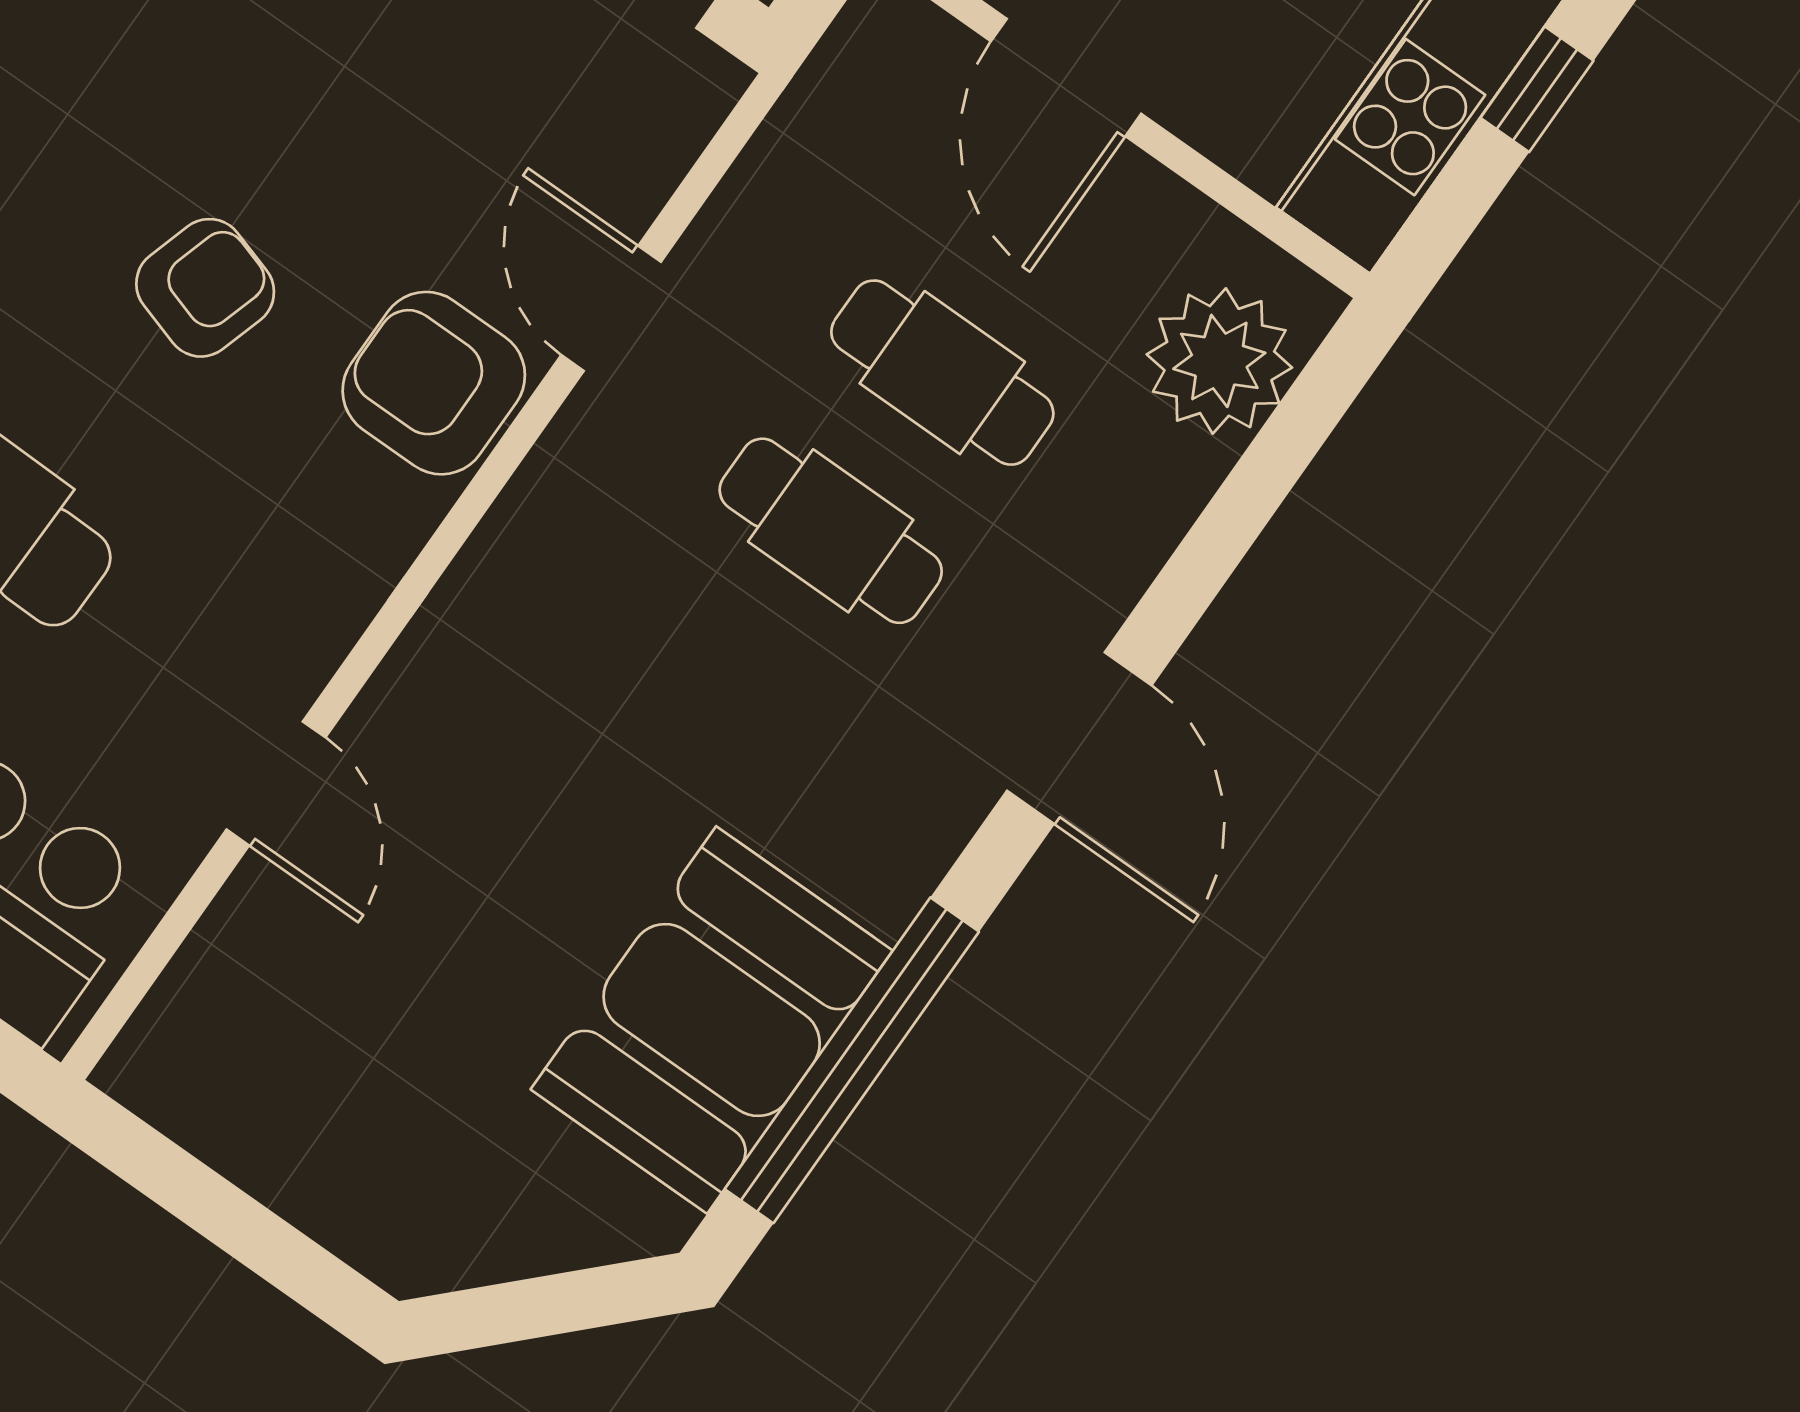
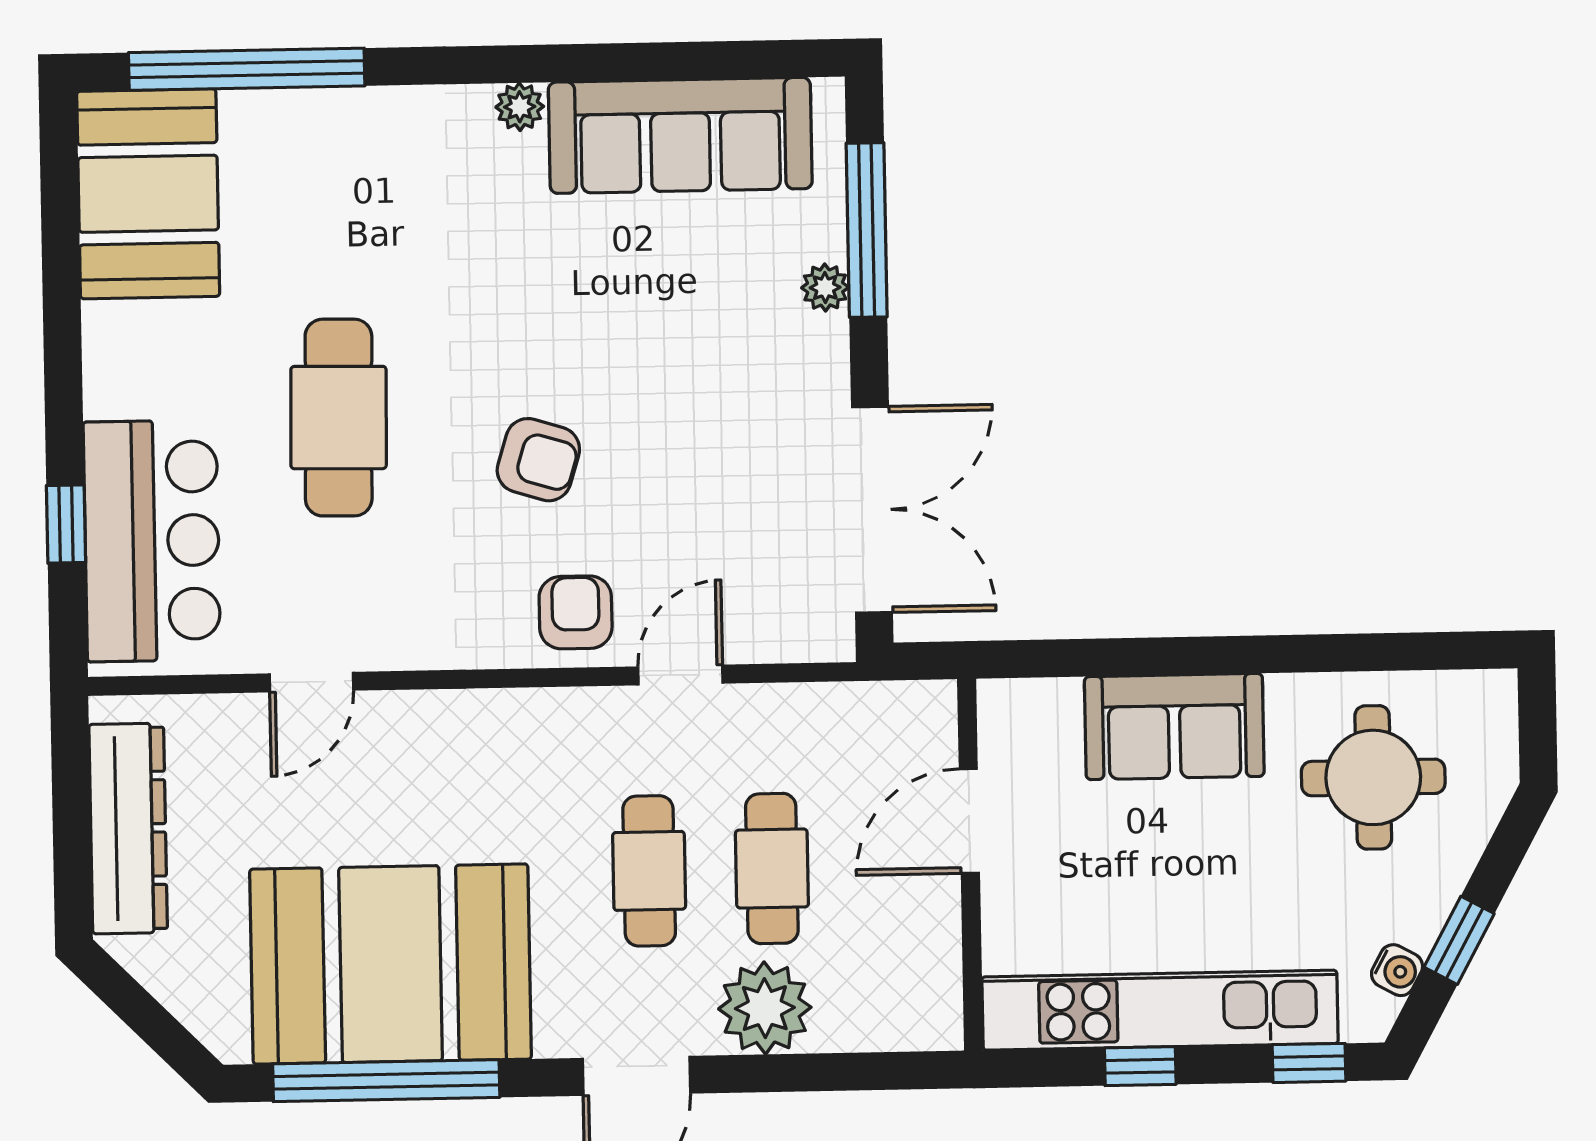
plant: (1219, 361) -> (765, 1008), moved
armchair: (434, 383) -> (576, 612), width x0.72, depth x0.72
booth: (712, 1020) -> (391, 964), width x1.36, depth x1.42
dresser: (291, 1153) -> (128, 828), added

